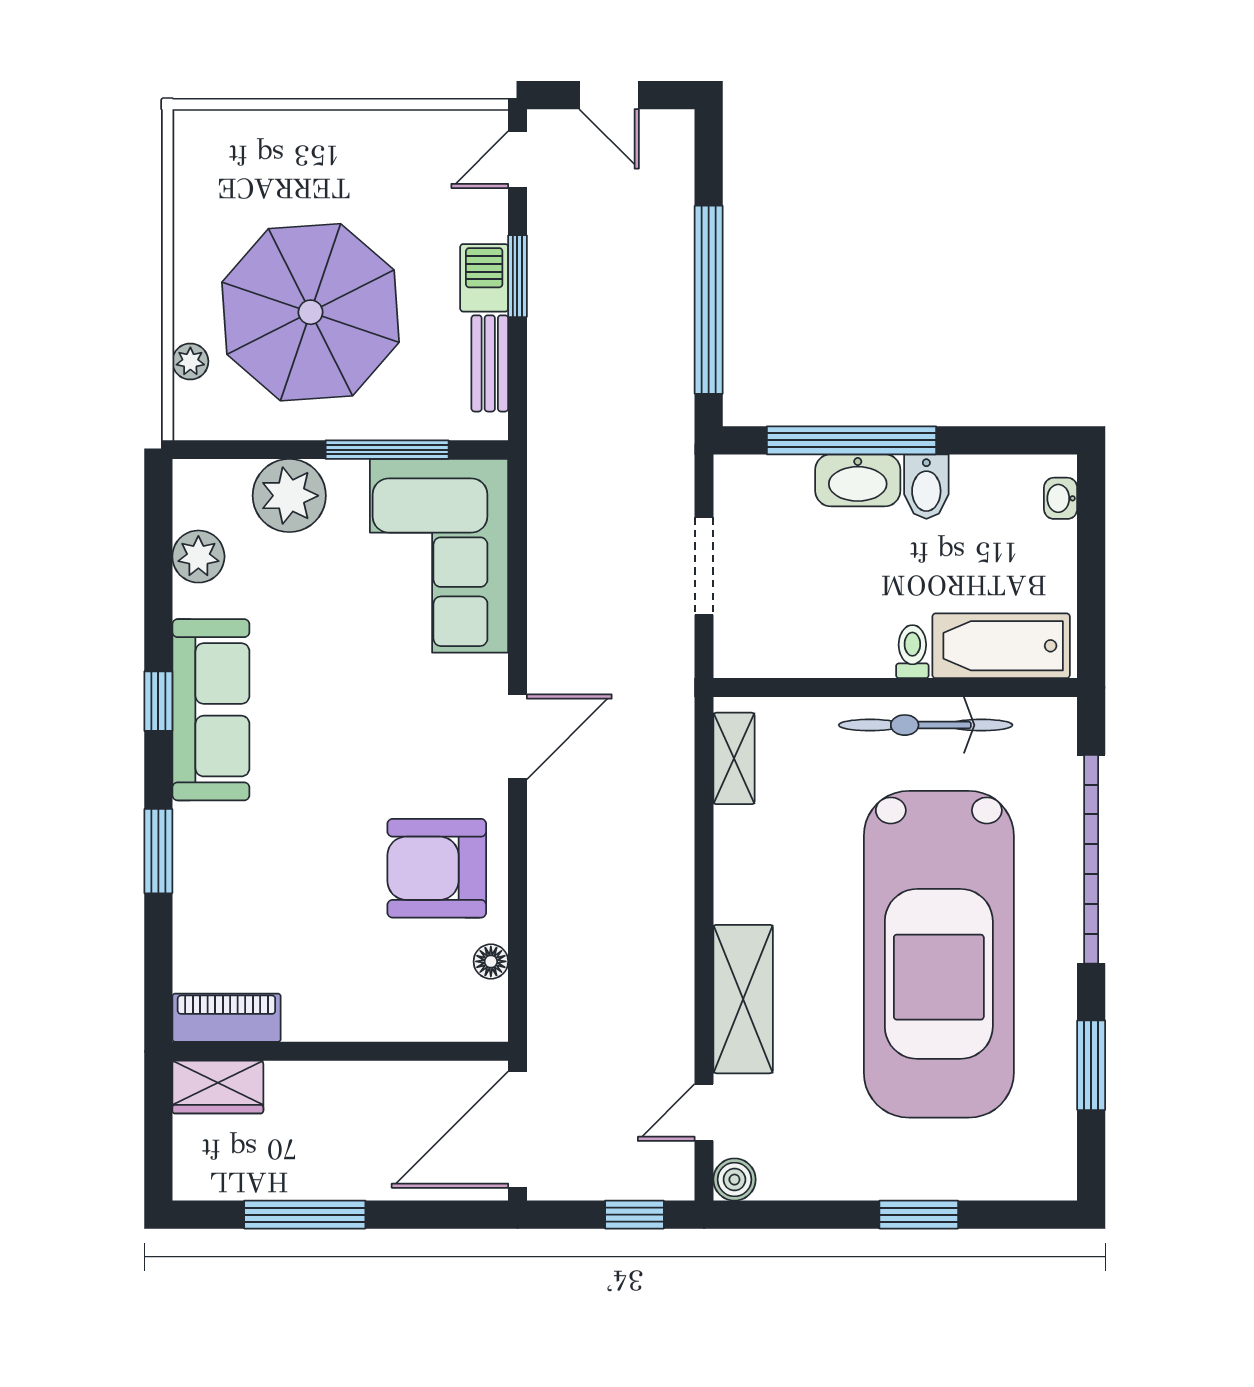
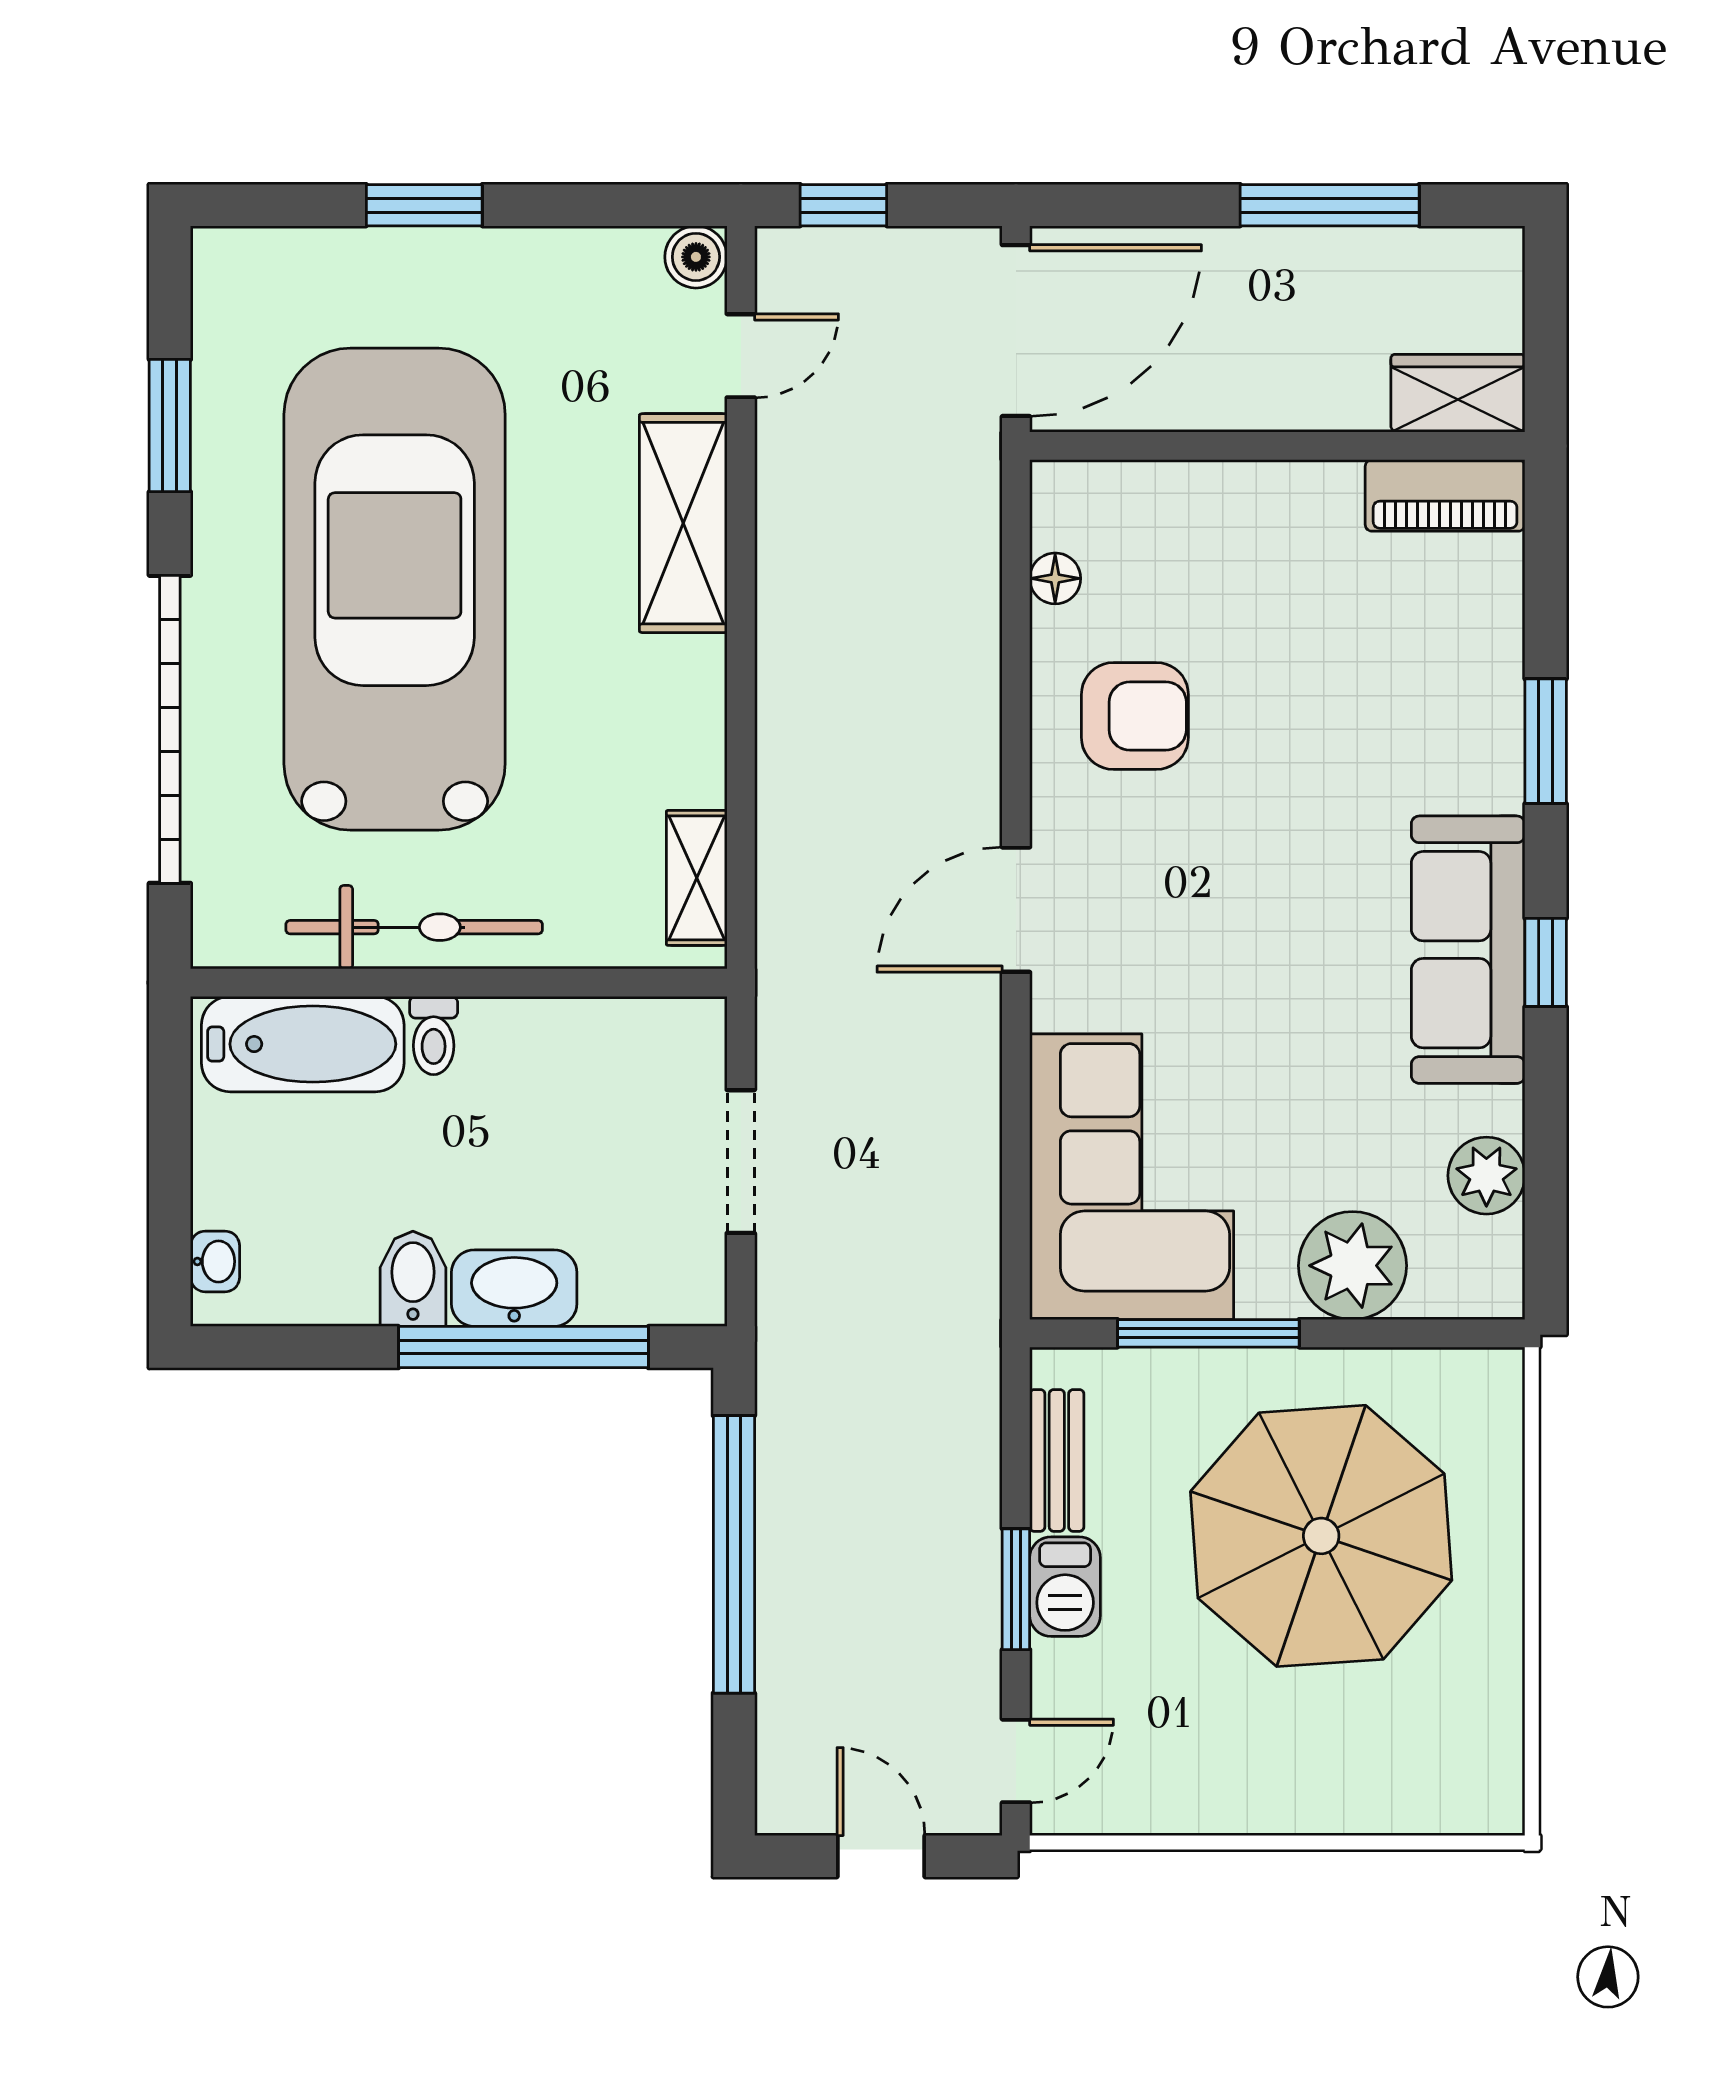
plant: (190, 361) -> (1498, 1463), removed
armchair: (437, 868) -> (1135, 716), width x0.73, depth x0.73

